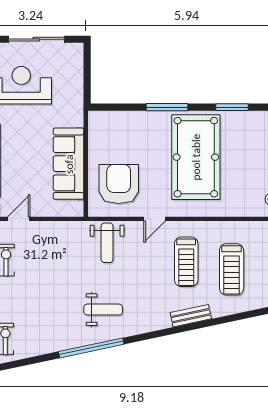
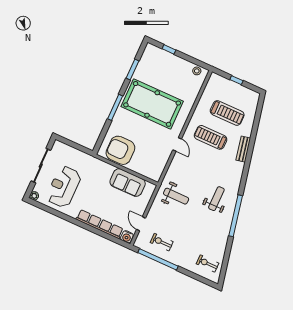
sofa: (69, 164) -> (128, 183), width x0.73
armchair: (119, 184) -> (120, 150), moved
weight bench: (107, 243) -> (176, 196), moved
treadmill: (186, 262) -> (211, 137), turned 180

